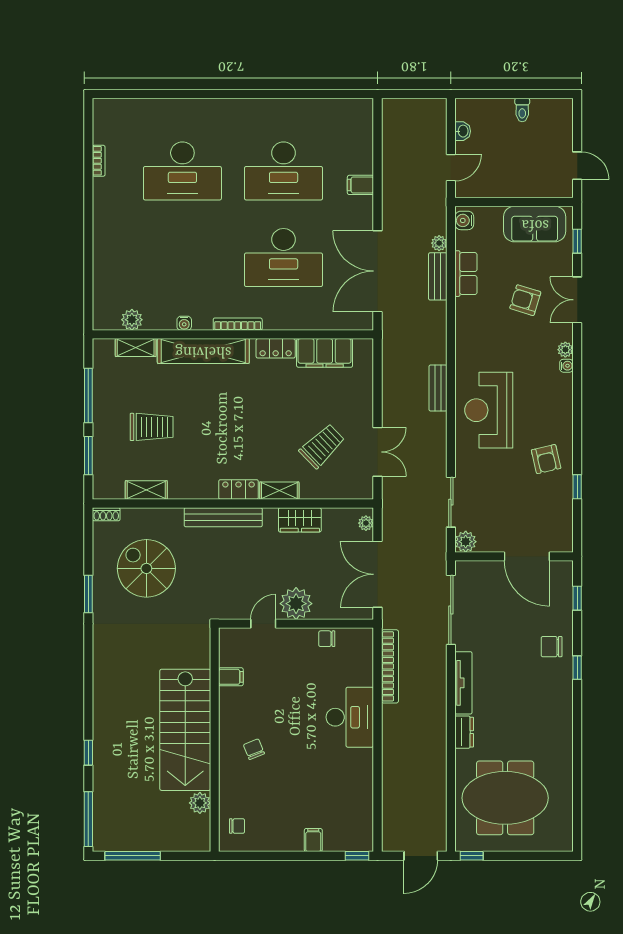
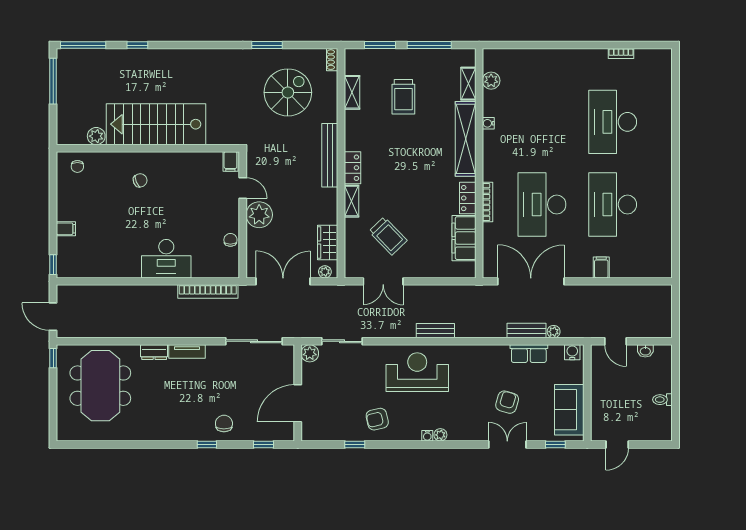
bookcase: (238, 324) -> (488, 202), moved
plant: (565, 350) -> (440, 435), moved
water cooler: (566, 366) -> (427, 436), moved
wardrobe: (300, 520) -> (328, 242), moved
filing cabinet: (231, 677) -> (230, 161), moved
tv unit: (463, 683) -> (187, 352), width x0.71

